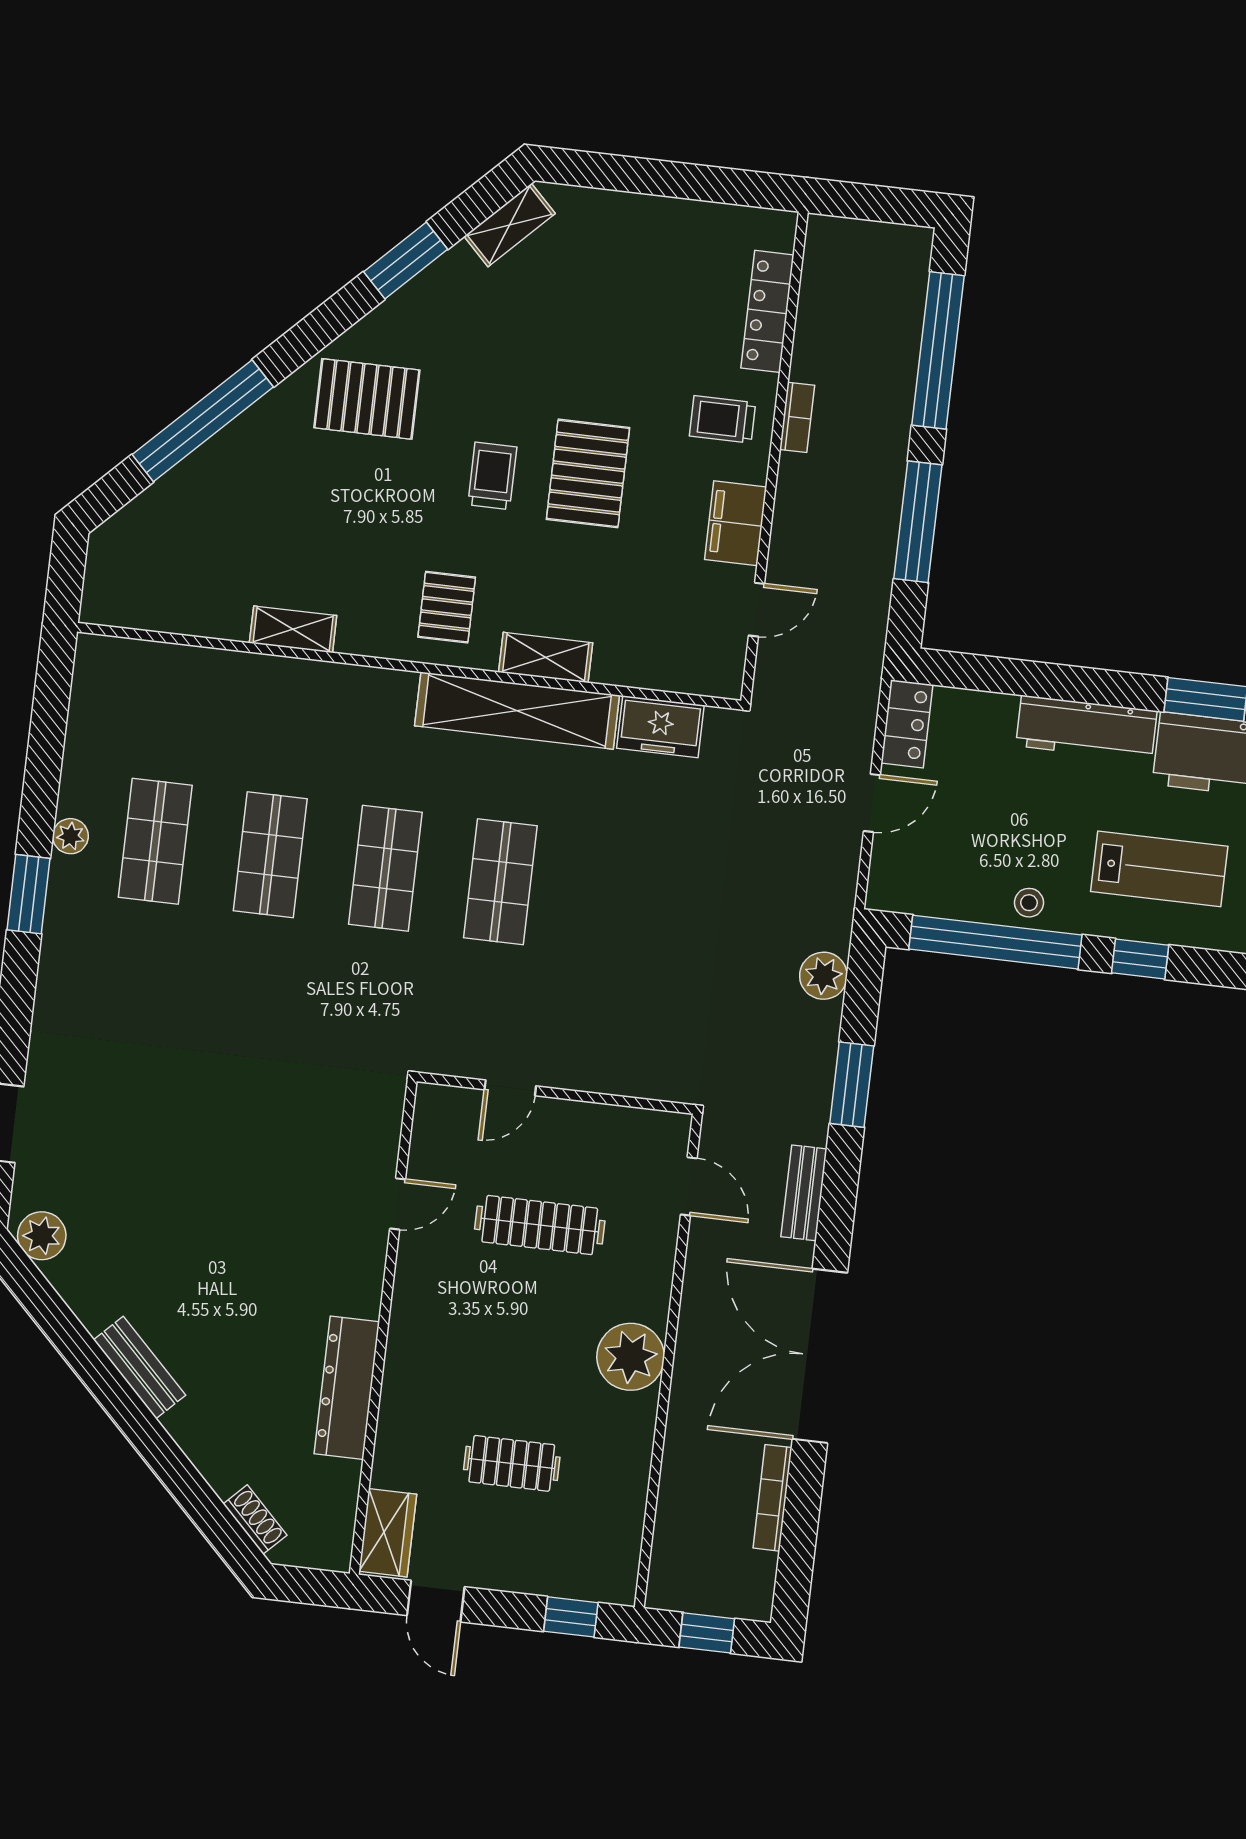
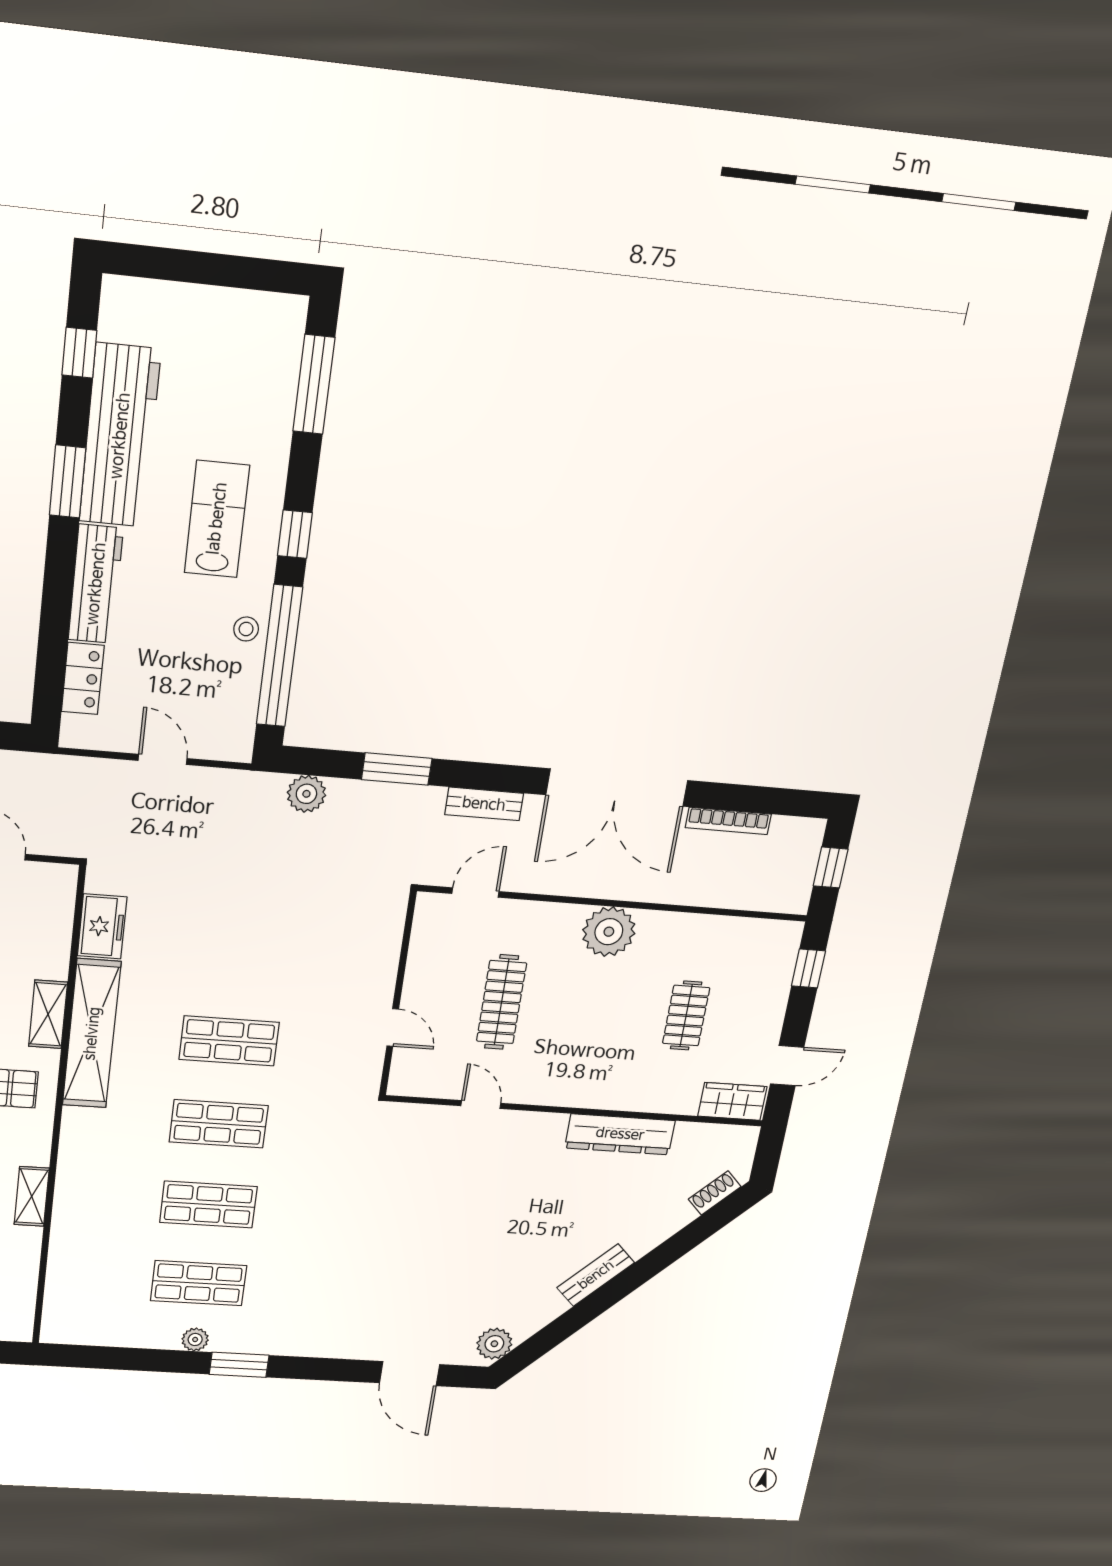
locker: (907, 724) -> (83, 679), moved, turned 90

